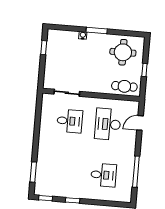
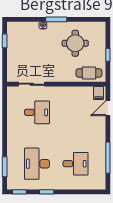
round table: (123, 52) -> (75, 43), moved
filing cabinet: (132, 107) -> (99, 93), added
desk: (108, 124) -> (37, 164), moved

